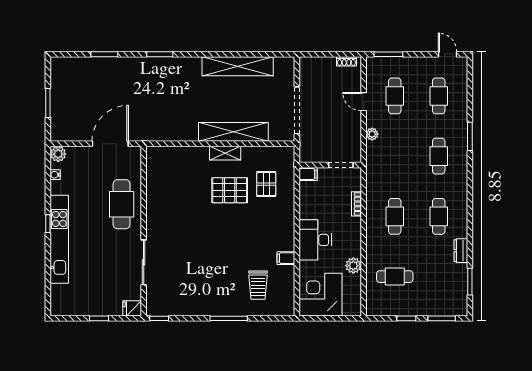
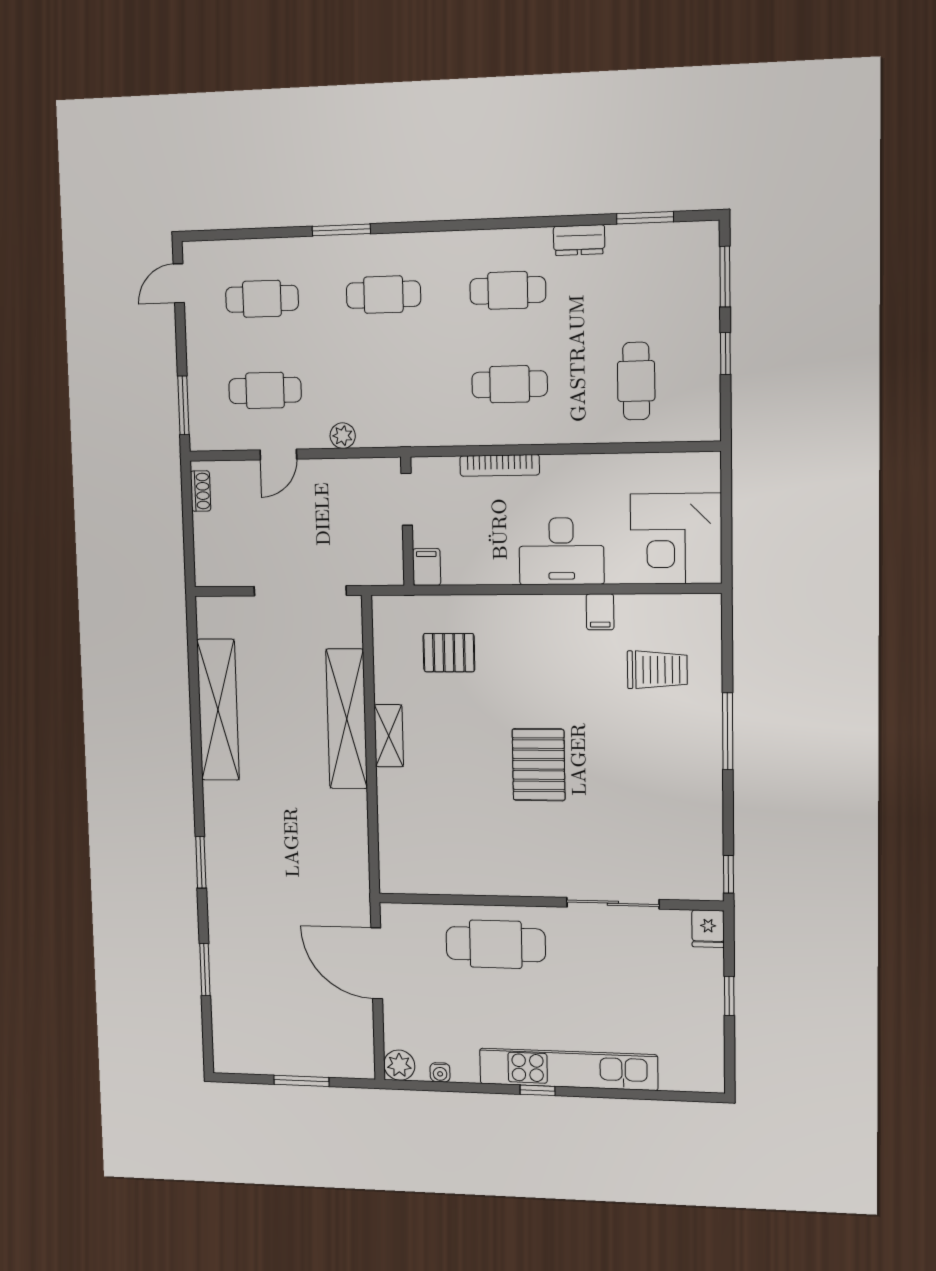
pallet: (230, 190) -> (539, 765), moved
bookcase: (356, 204) -> (500, 465), width x1.56
plant: (353, 266) -> (614, 470), removed

